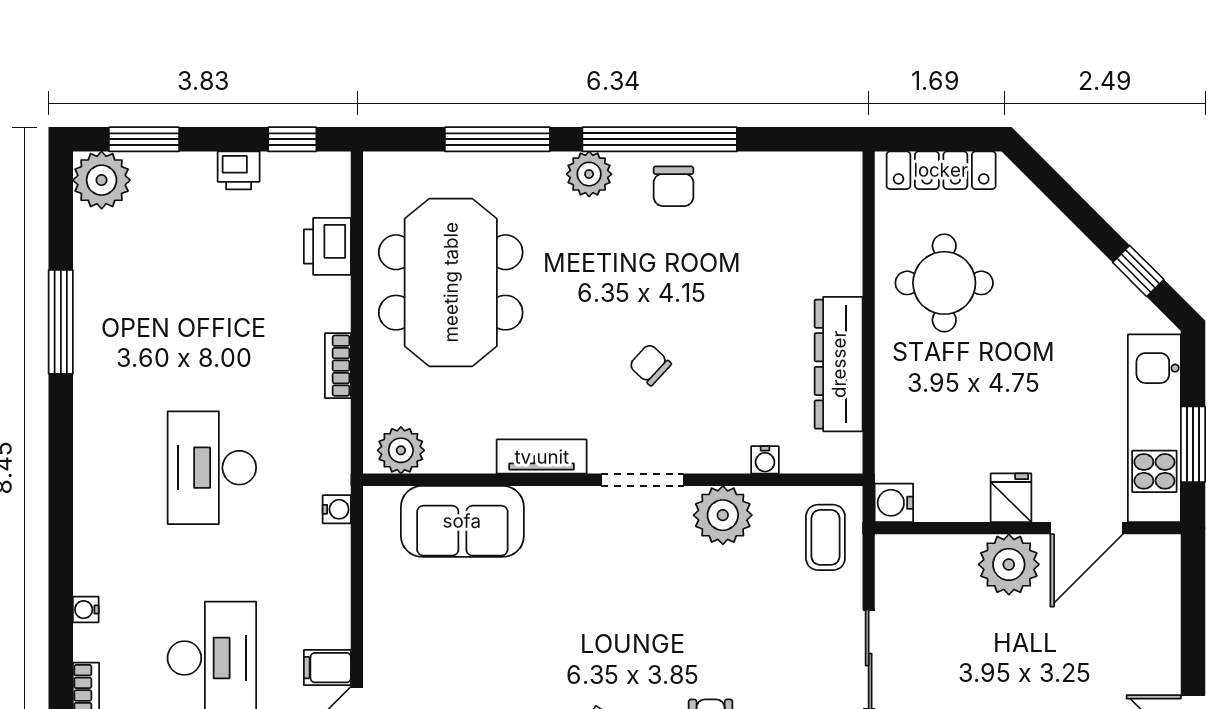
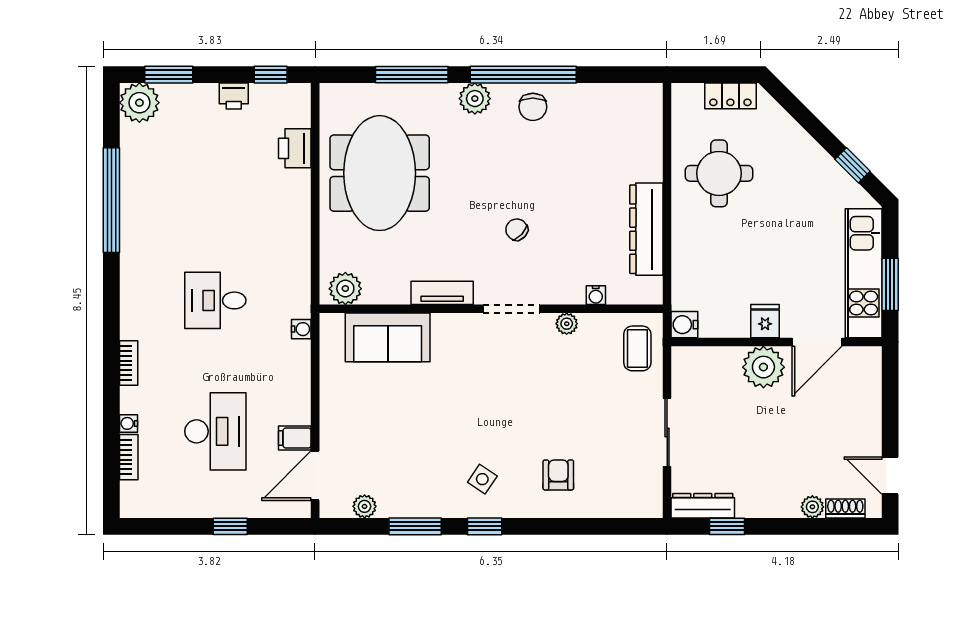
locker: (941, 170) -> (730, 96), width x0.66
window: (61, 322) -> (111, 200), width x1.46
bookcase: (338, 366) -> (129, 363), moved, turned 180
desk: (212, 468) -> (215, 300), width x0.73
plant: (723, 515) -> (567, 324), width x0.53, depth x0.53
water cooler: (86, 610) -> (129, 423), moved

